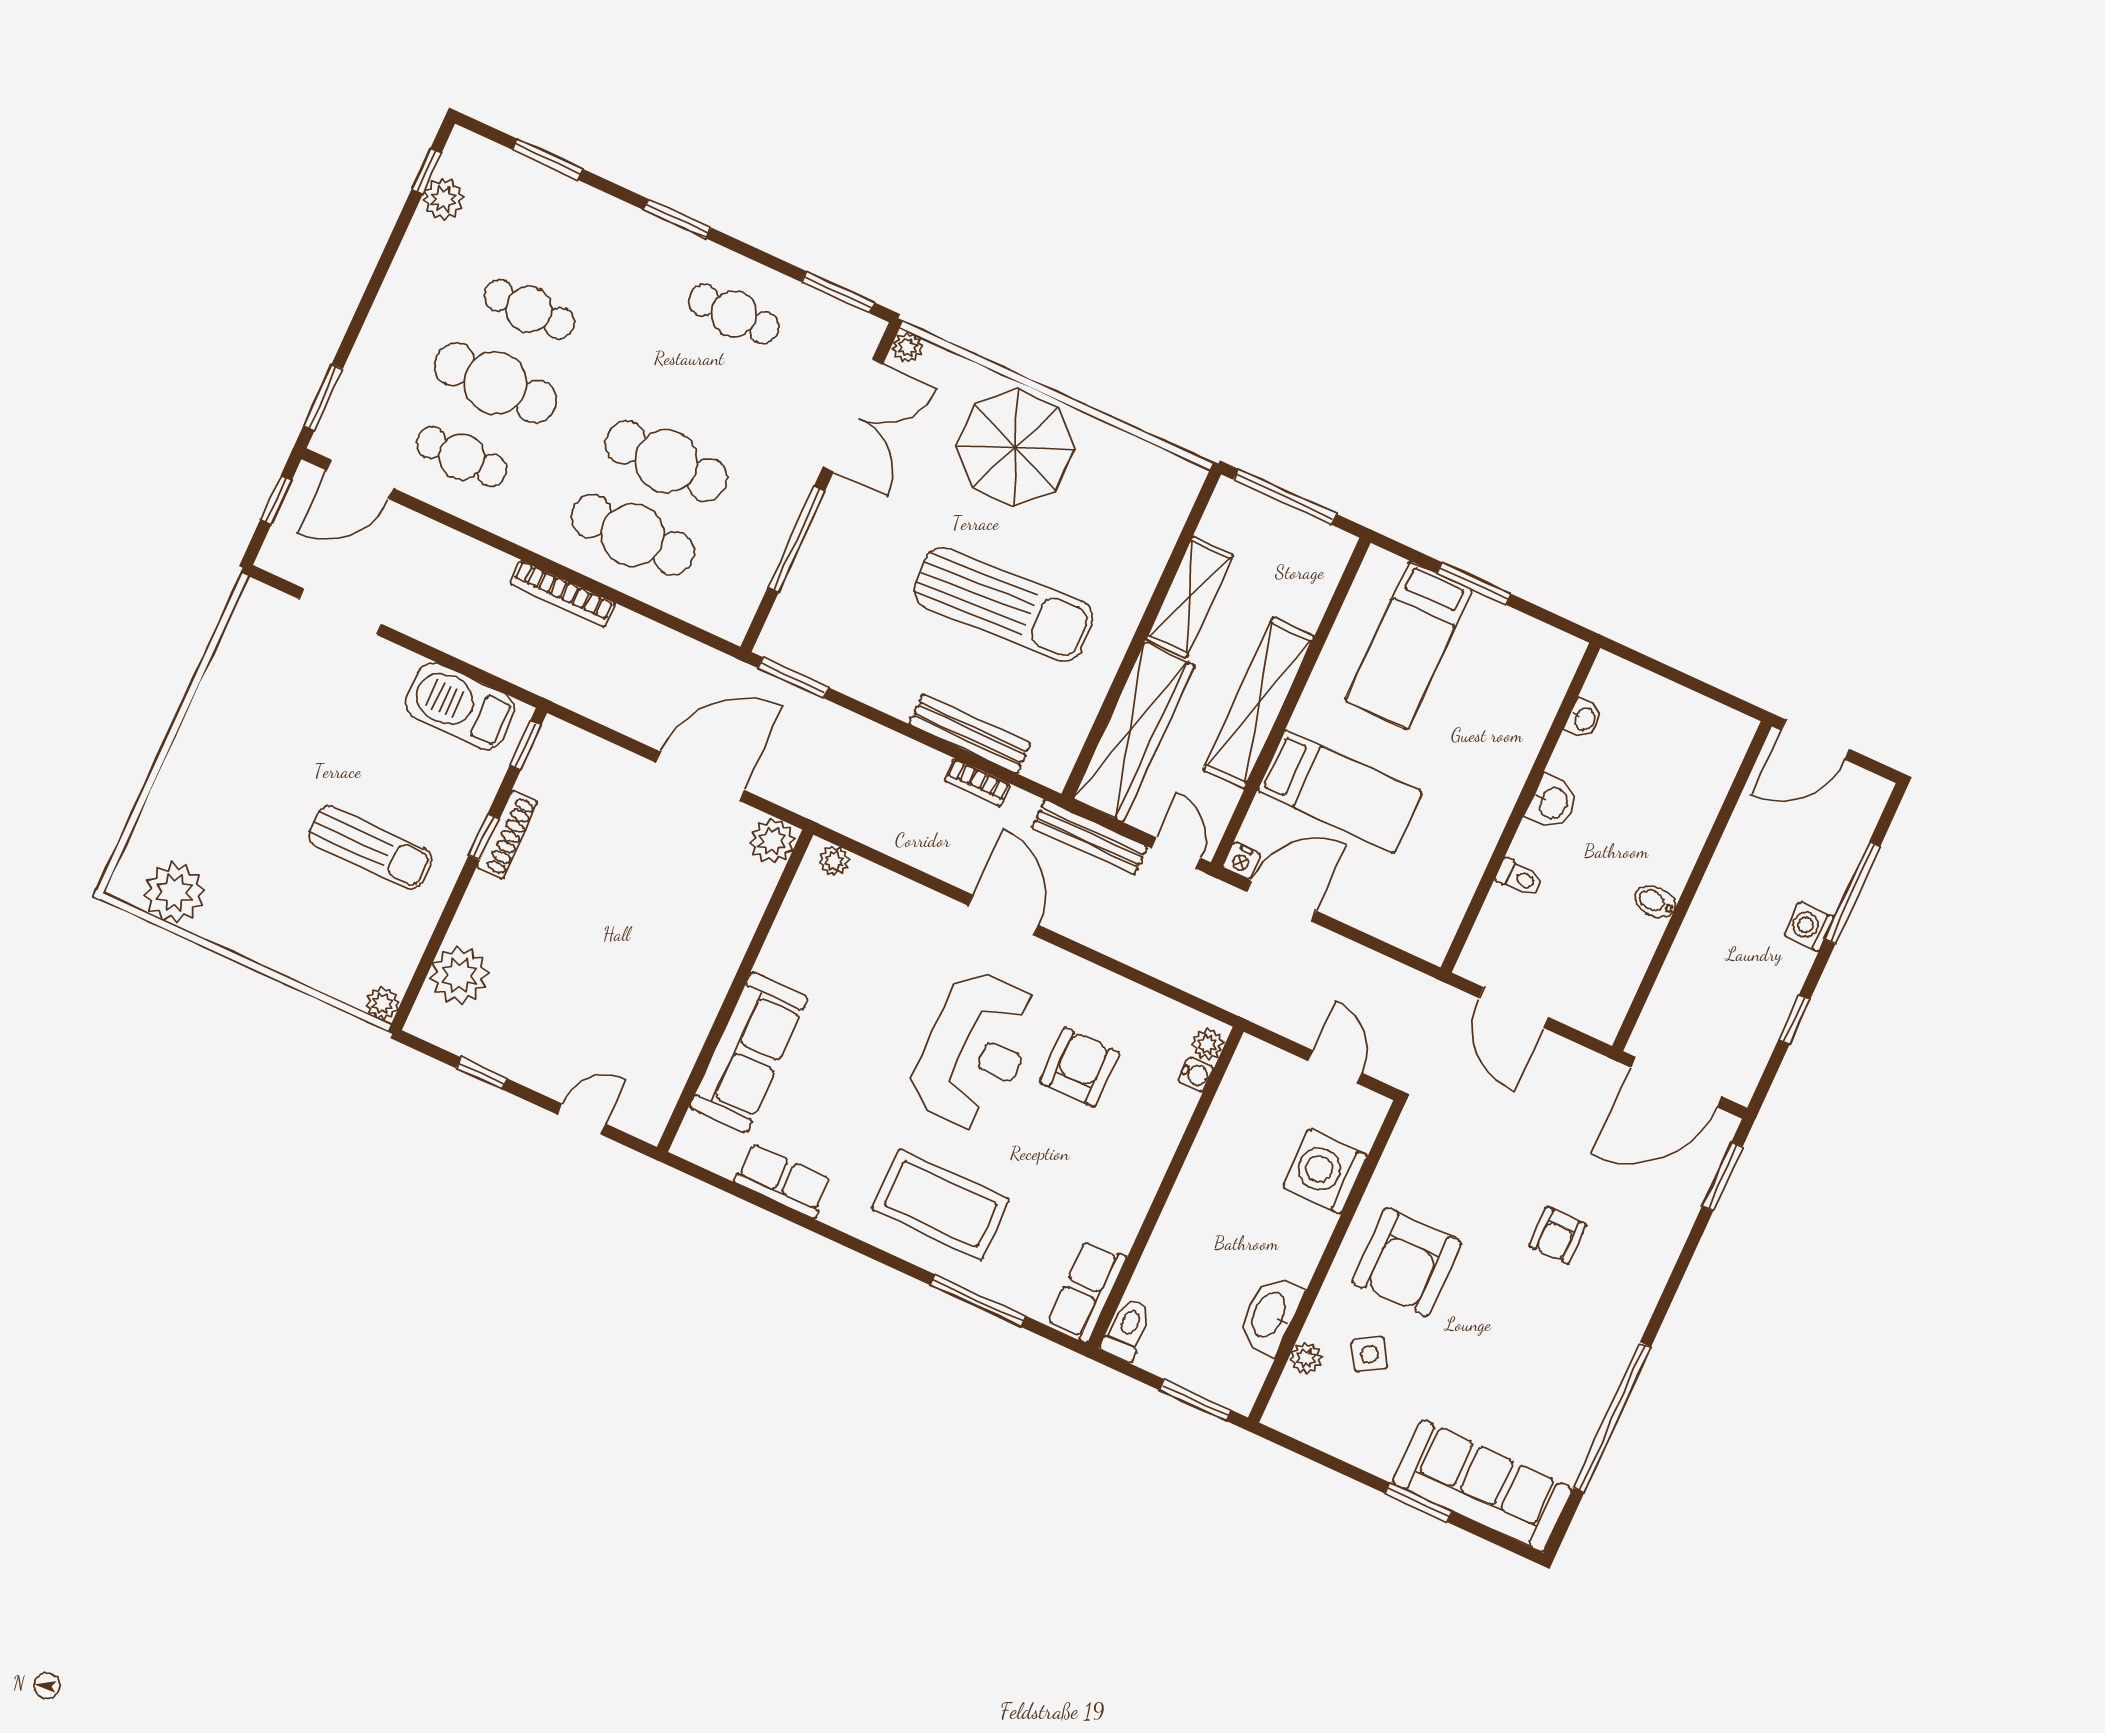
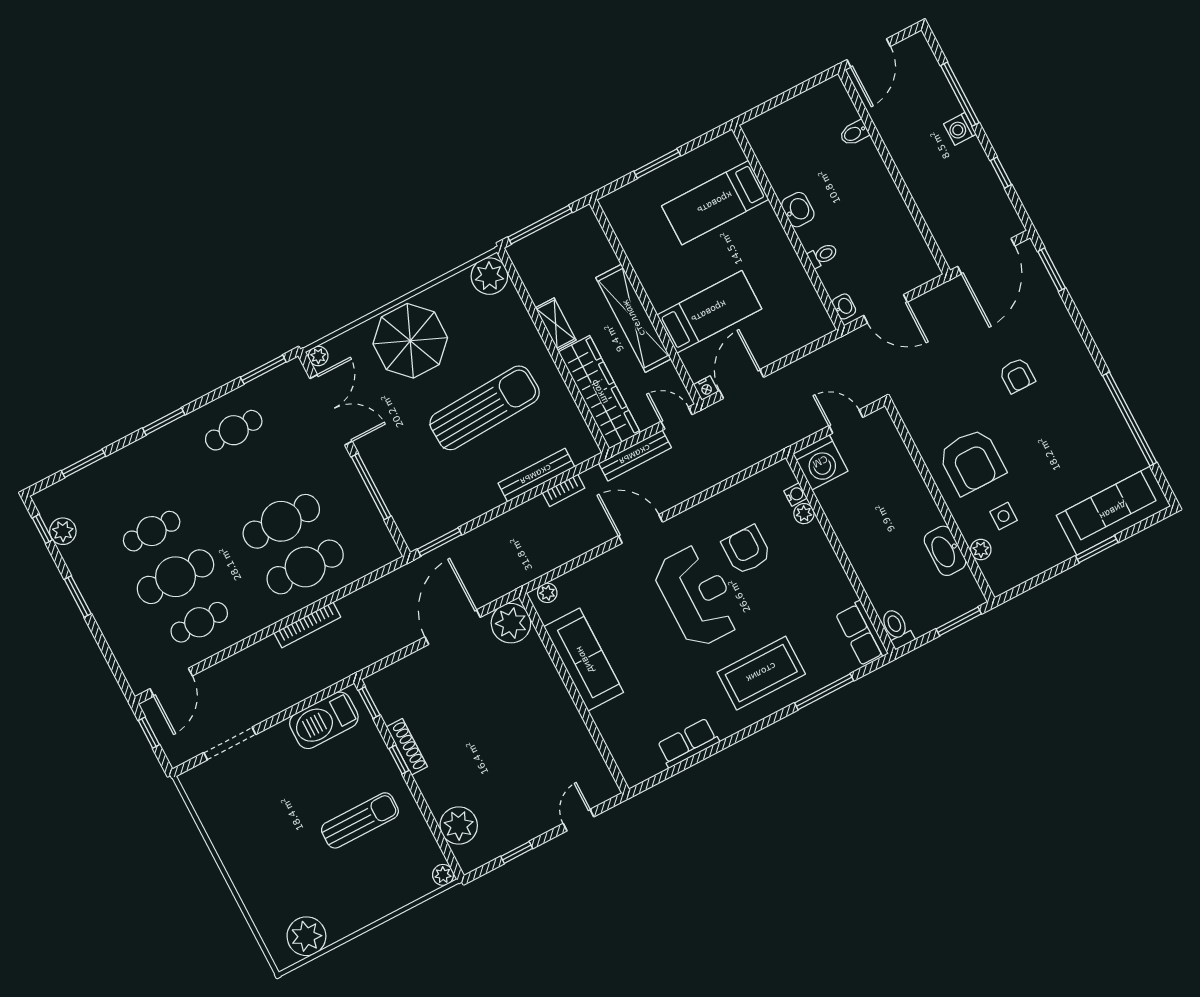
window: (323, 397) -> (78, 596), moved
plant: (1172, 483) -> (489, 276), added
shelving: (1189, 597) -> (556, 324), width x0.67, depth x0.75
bed: (1409, 645) -> (715, 203), moved, turned 90
washbasin: (1584, 719) -> (844, 306), moved
plant: (772, 841) -> (511, 623), width x1.36, depth x1.36
bidet: (1655, 902) -> (854, 133), moved
plant: (1207, 1044) -> (804, 514), moved
sofa: (749, 1052) -> (584, 660), moved
washing machine: (1325, 1172) -> (820, 462), moved, turned -90
side table: (1370, 1354) -> (1004, 516), turned 32

